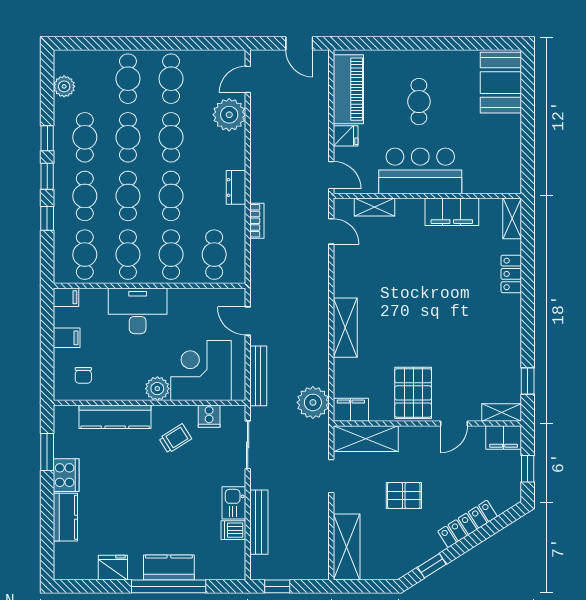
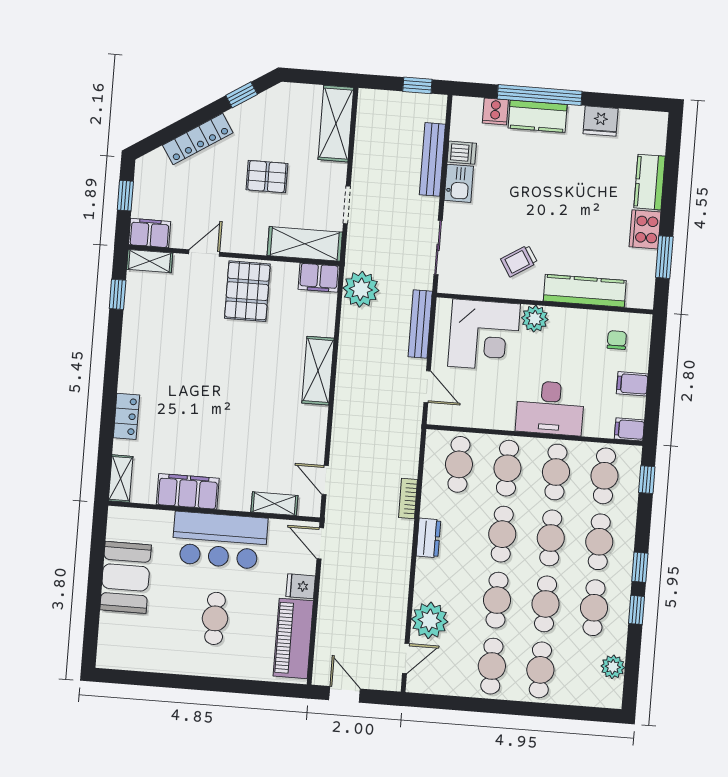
booth: (501, 83) -> (126, 577), moved
window: (47, 218) -> (647, 480), moved
cooker: (209, 416) -> (495, 111), moved, turned 180

